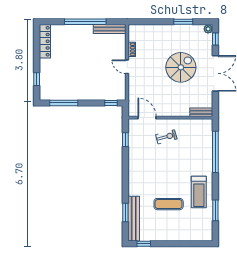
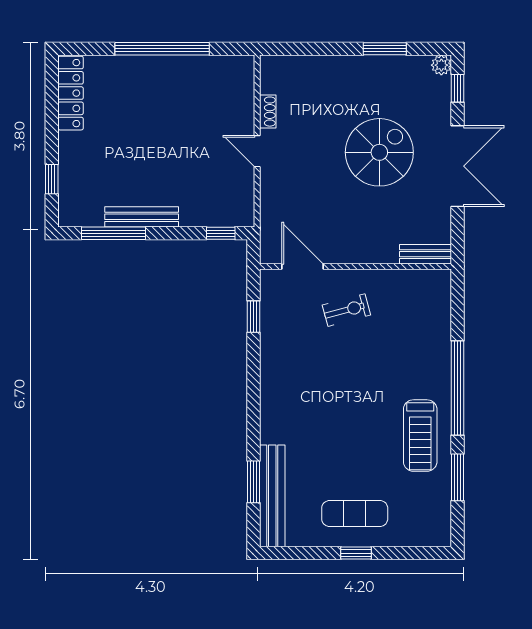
bench: (110, 29) -> (142, 217), moved
window: (215, 152) -> (458, 388), moved
exercise mat: (169, 204) -> (355, 514), moved
window: (144, 244) -> (356, 553), moved

